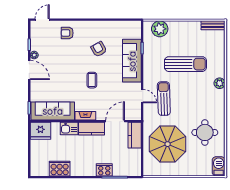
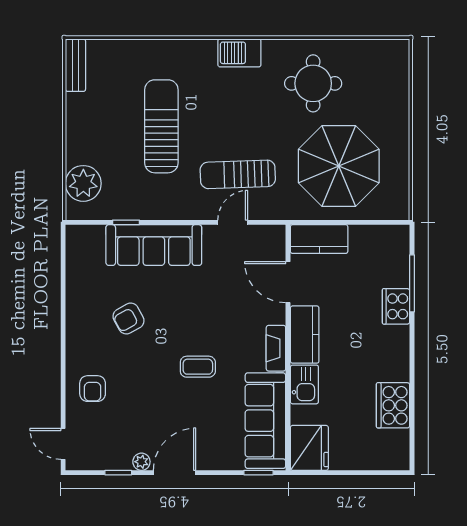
coffee table: (92, 80) -> (198, 367), moved
plant: (220, 83) -> (204, 51), removed
barbecue: (219, 166) -> (239, 53), moved

